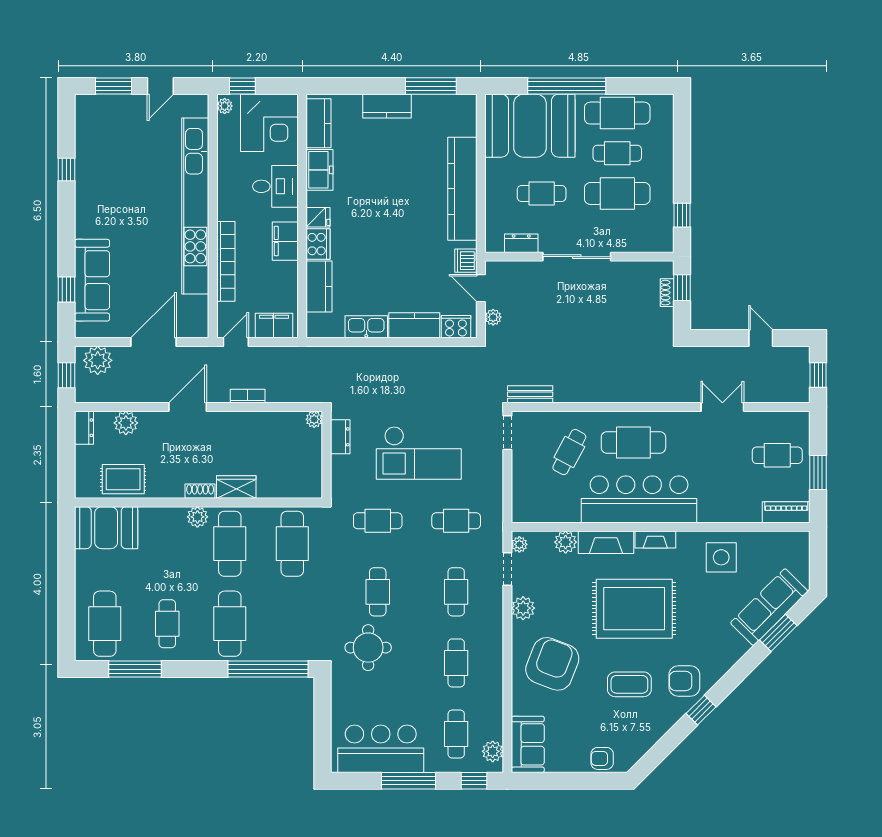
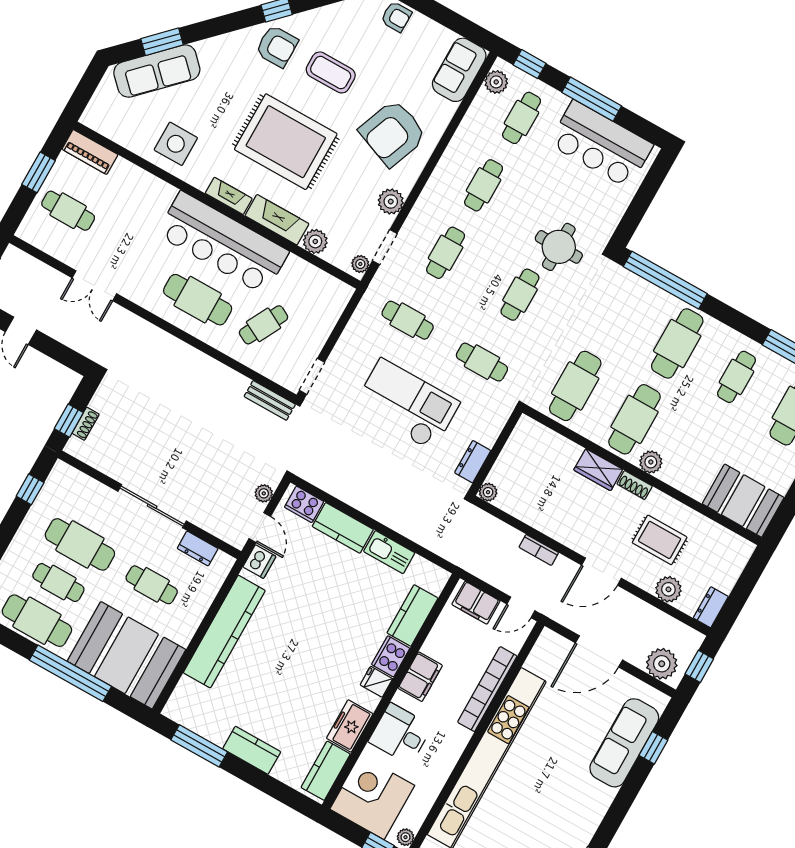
rug: (123, 479) -> (660, 540), moved

